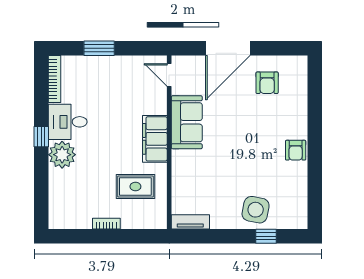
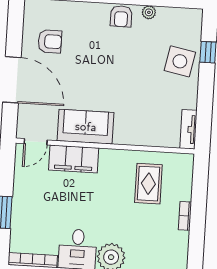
filing cabinet: (155, 139) -> (74, 159), moved
armchair: (296, 150) -> (121, 16), turned 90
plant: (301, 177) -> (149, 12), added

